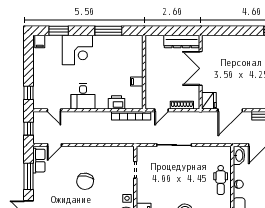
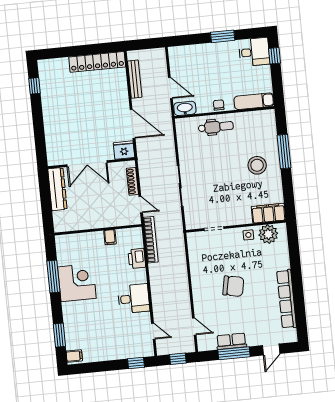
corner desk: (77, 50) -> (77, 283), moved
door: (54, 110) -> (153, 331), hinge flipped
row of seats: (39, 161) -> (231, 341), moved

